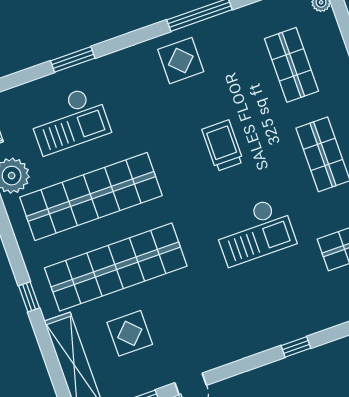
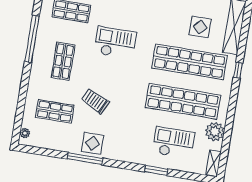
display table: (181, 61) -> (93, 143), moved
shop shelf: (291, 65) -> (55, 111), turned 90
trolley: (223, 146) -> (95, 101), moved, turned 116

